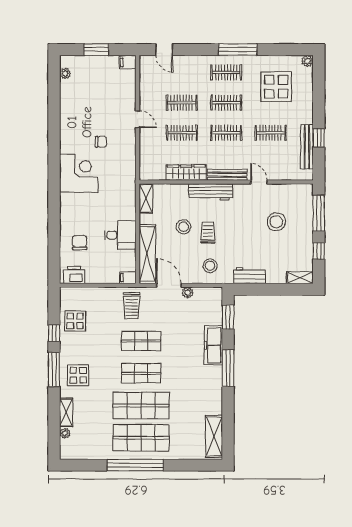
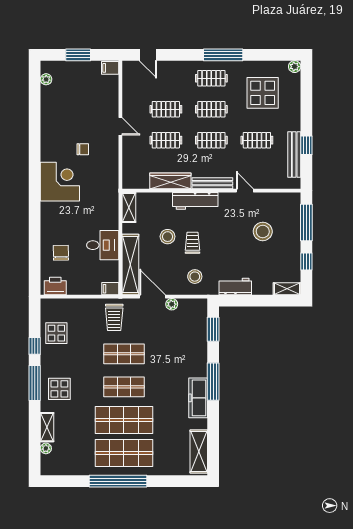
freezer: (213, 345) -> (198, 398), moved

